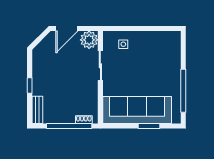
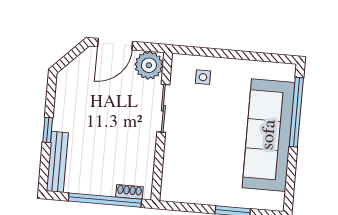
window: (183, 91) -> (296, 112), moved
bench: (37, 110) -> (57, 162), width x1.36
sofa: (137, 110) -> (269, 135), moved, turned -90

